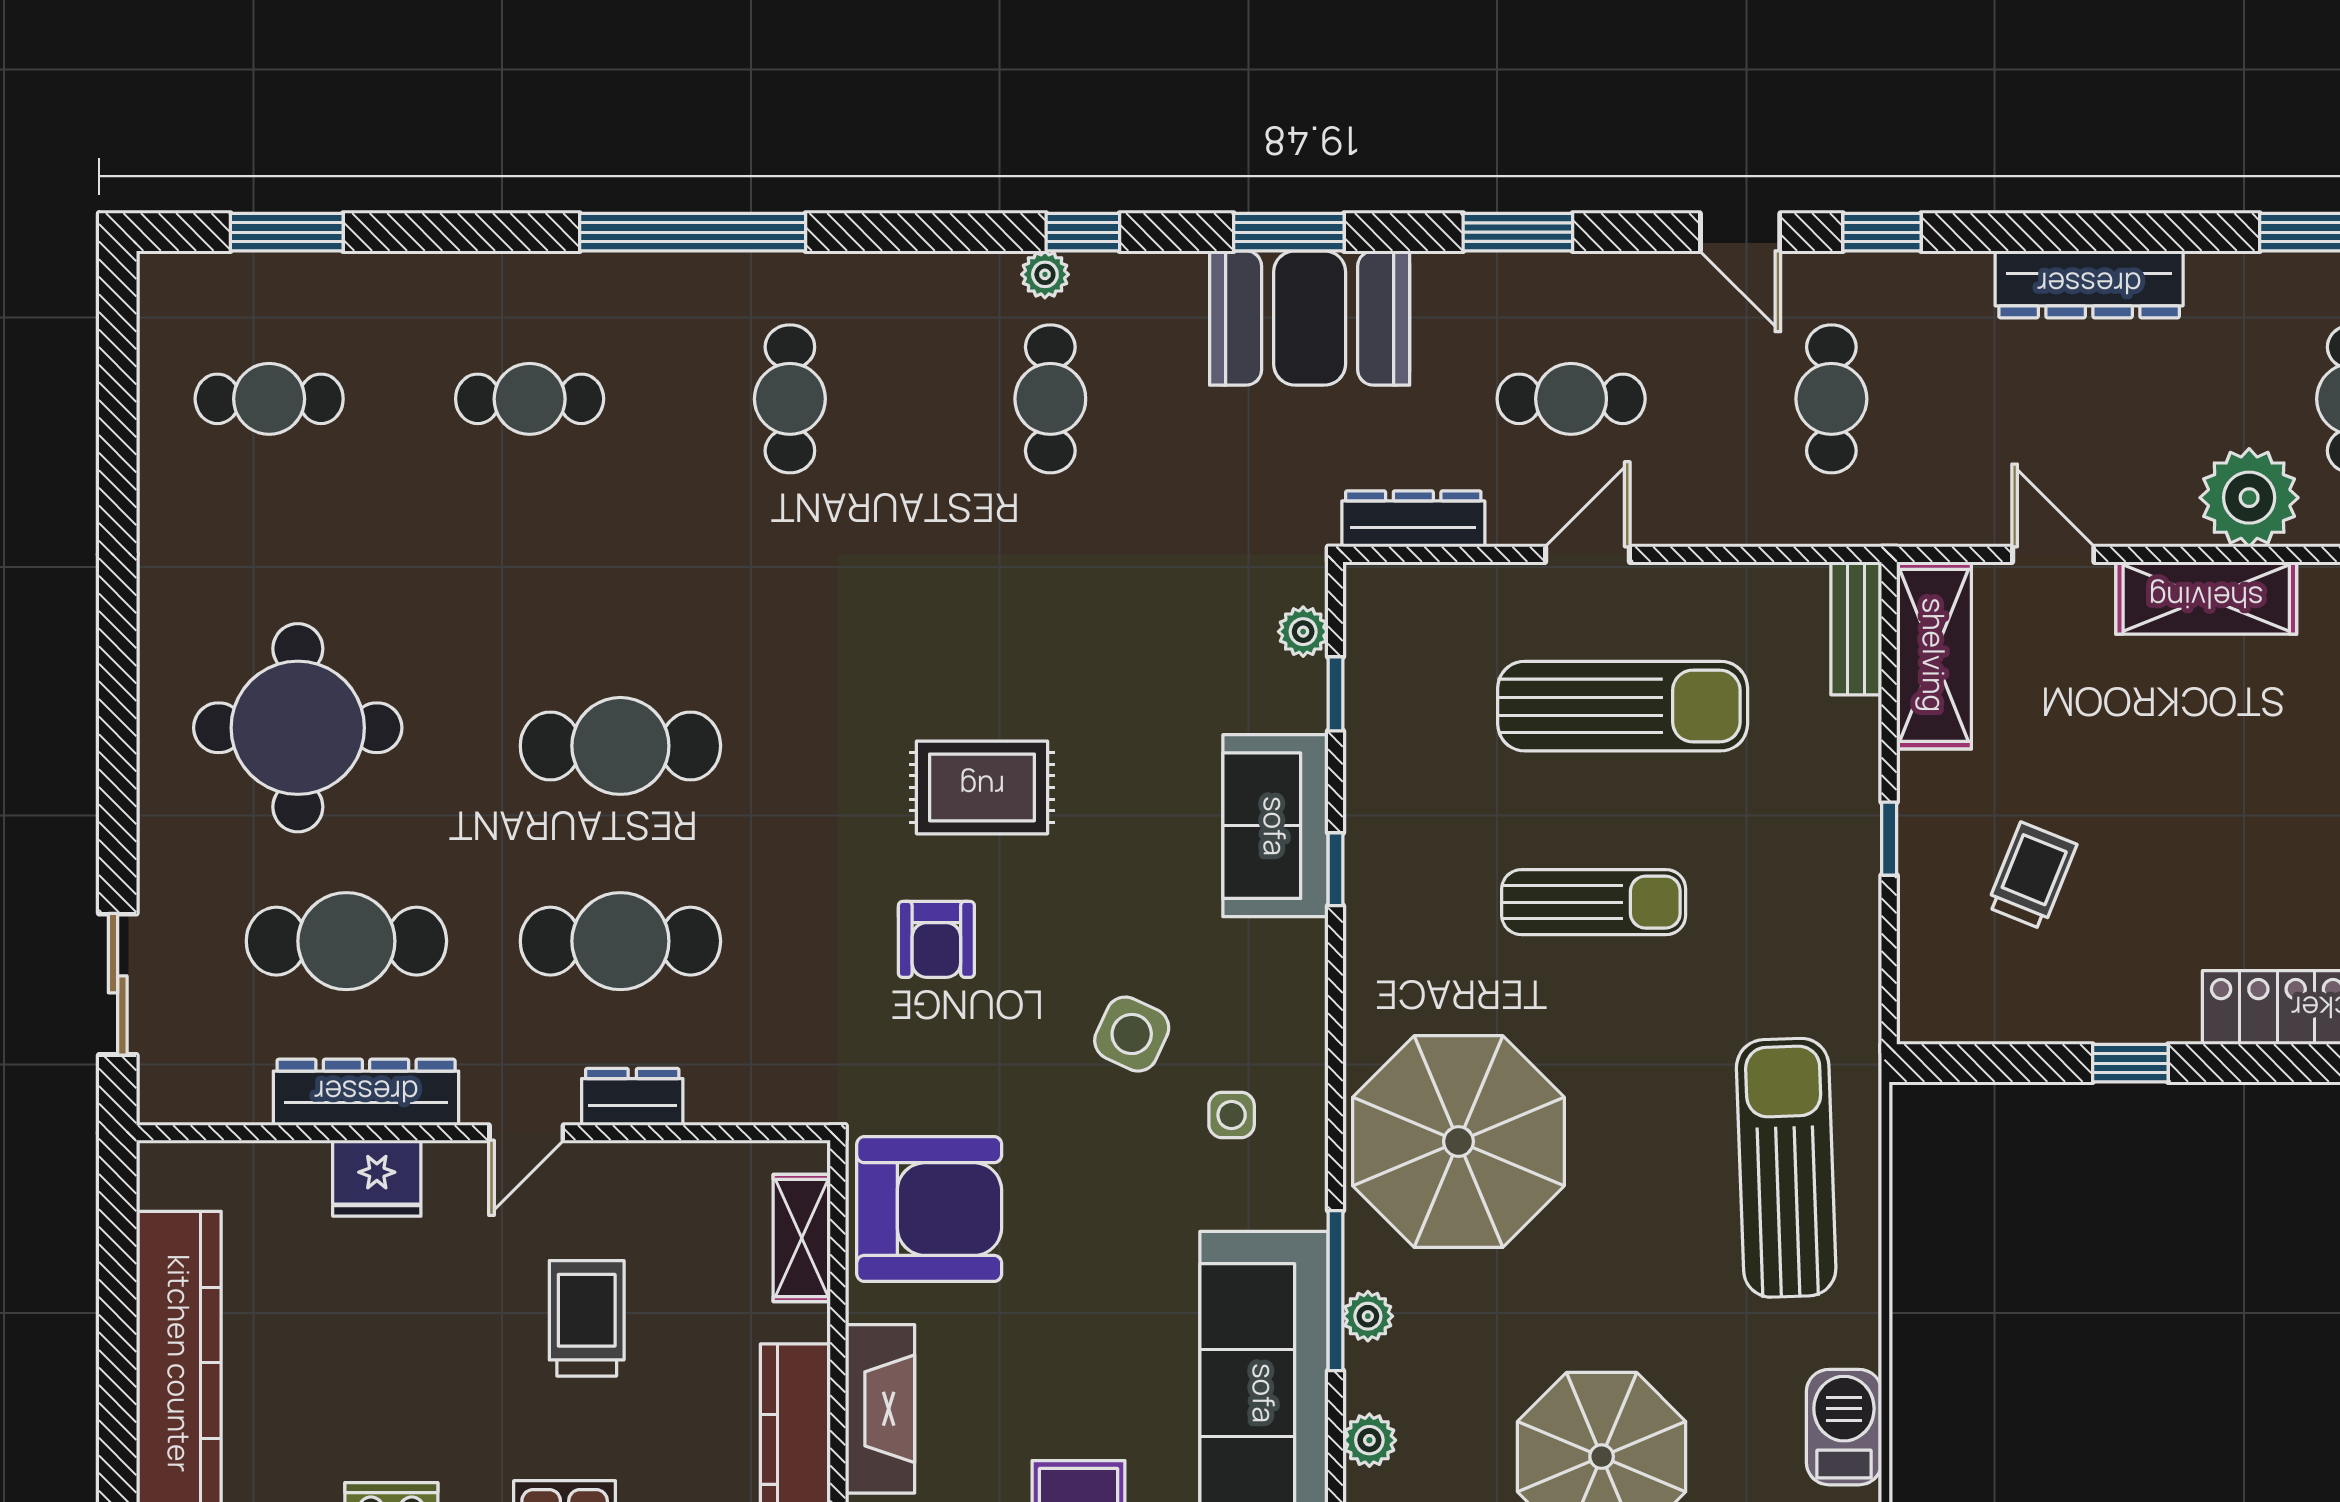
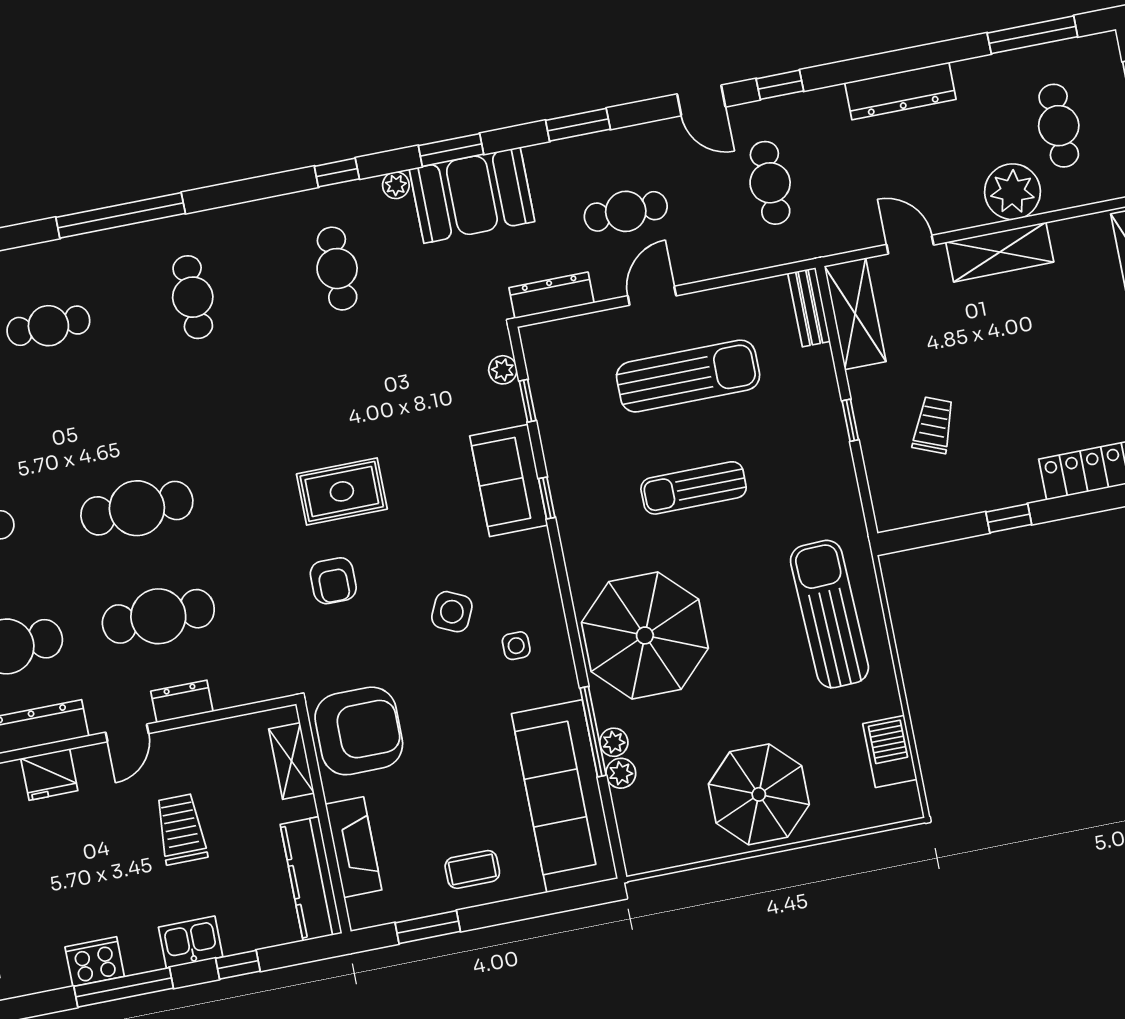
plant: (1045, 274) -> (396, 185), moved
sun lounger: (1594, 902) -> (694, 488), turned 180
plant: (1369, 1440) -> (621, 773), moved

